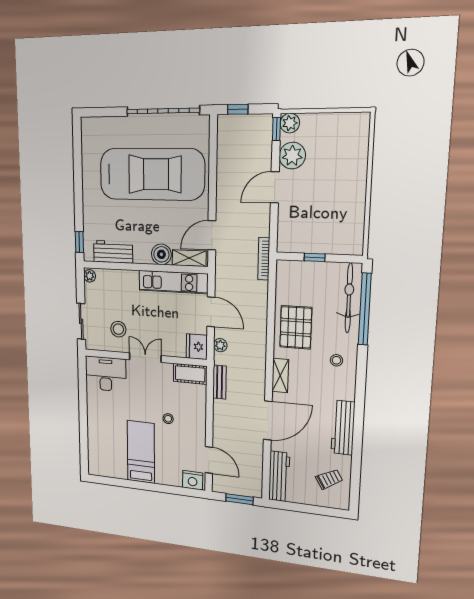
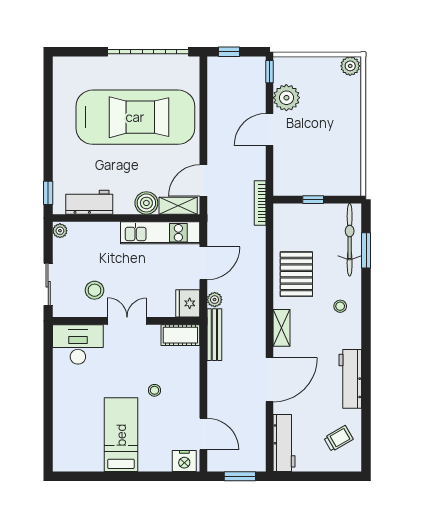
plant: (290, 123) -> (350, 66), moved
window: (365, 309) -> (366, 250), width x0.47
door: (211, 312) -> (203, 263), hinge flipped
bench: (219, 382) -> (214, 335), width x1.36

